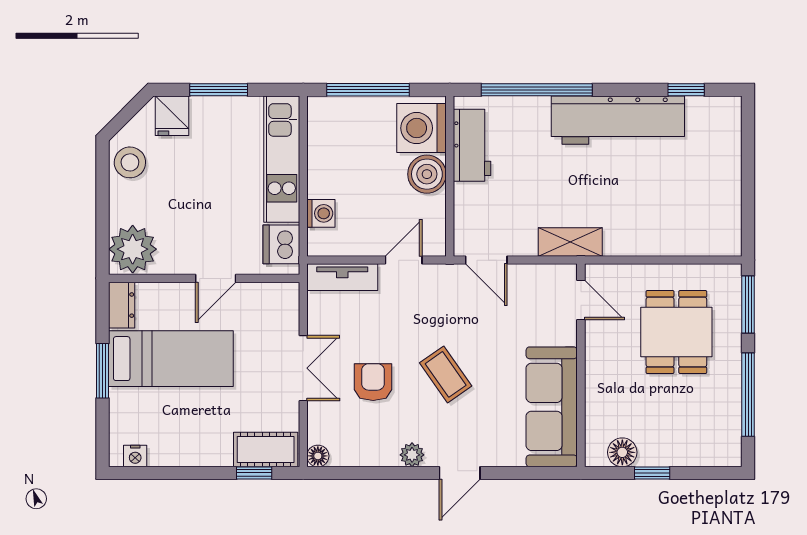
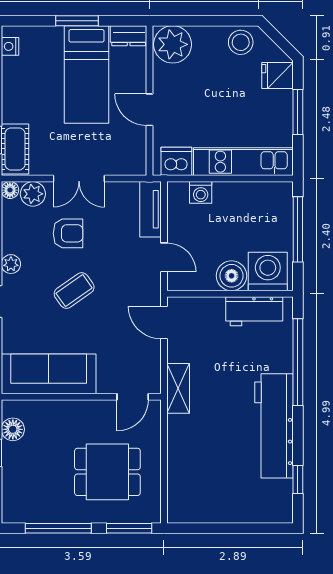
door: (486, 260) -> (164, 323), hinge flipped
plant: (323, 427) -> (33, 194), added

